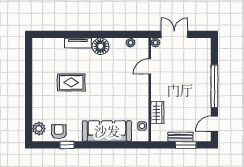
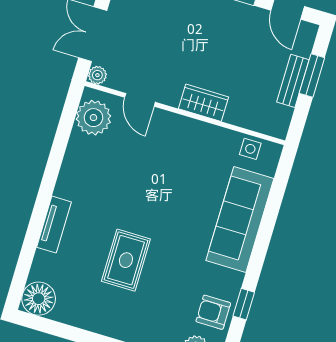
plant: (131, 43) -> (93, 118), width x1.87, depth x1.87
floor lamp: (101, 46) -> (39, 299), moved
wardrobe: (157, 113) -> (203, 103), moved

